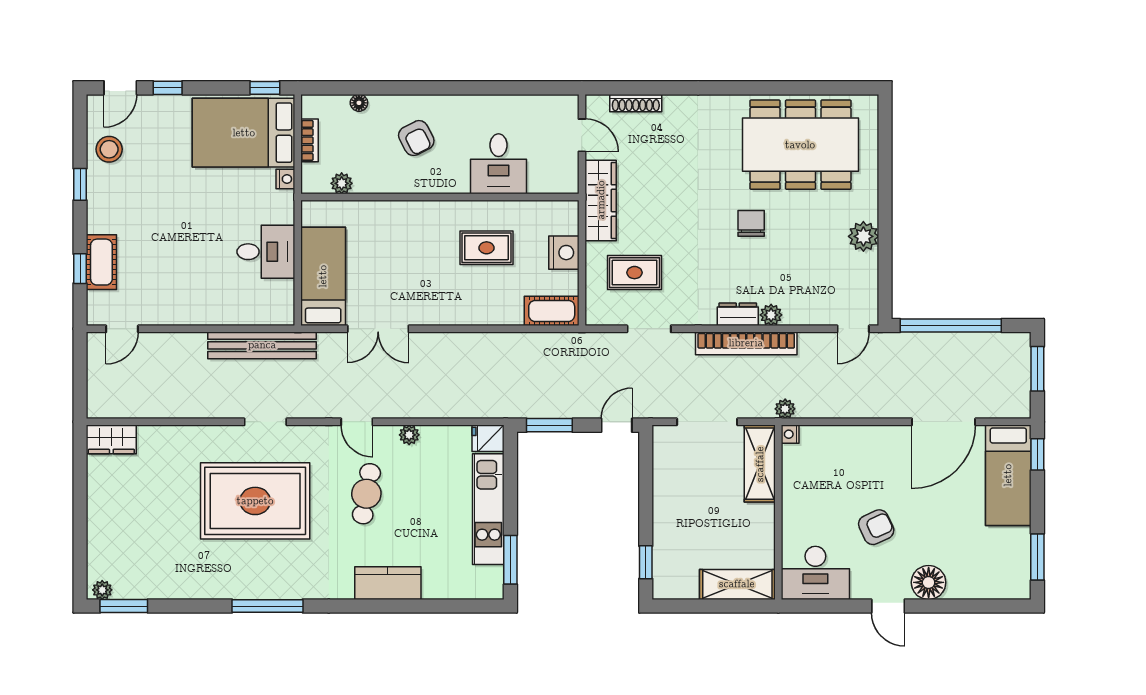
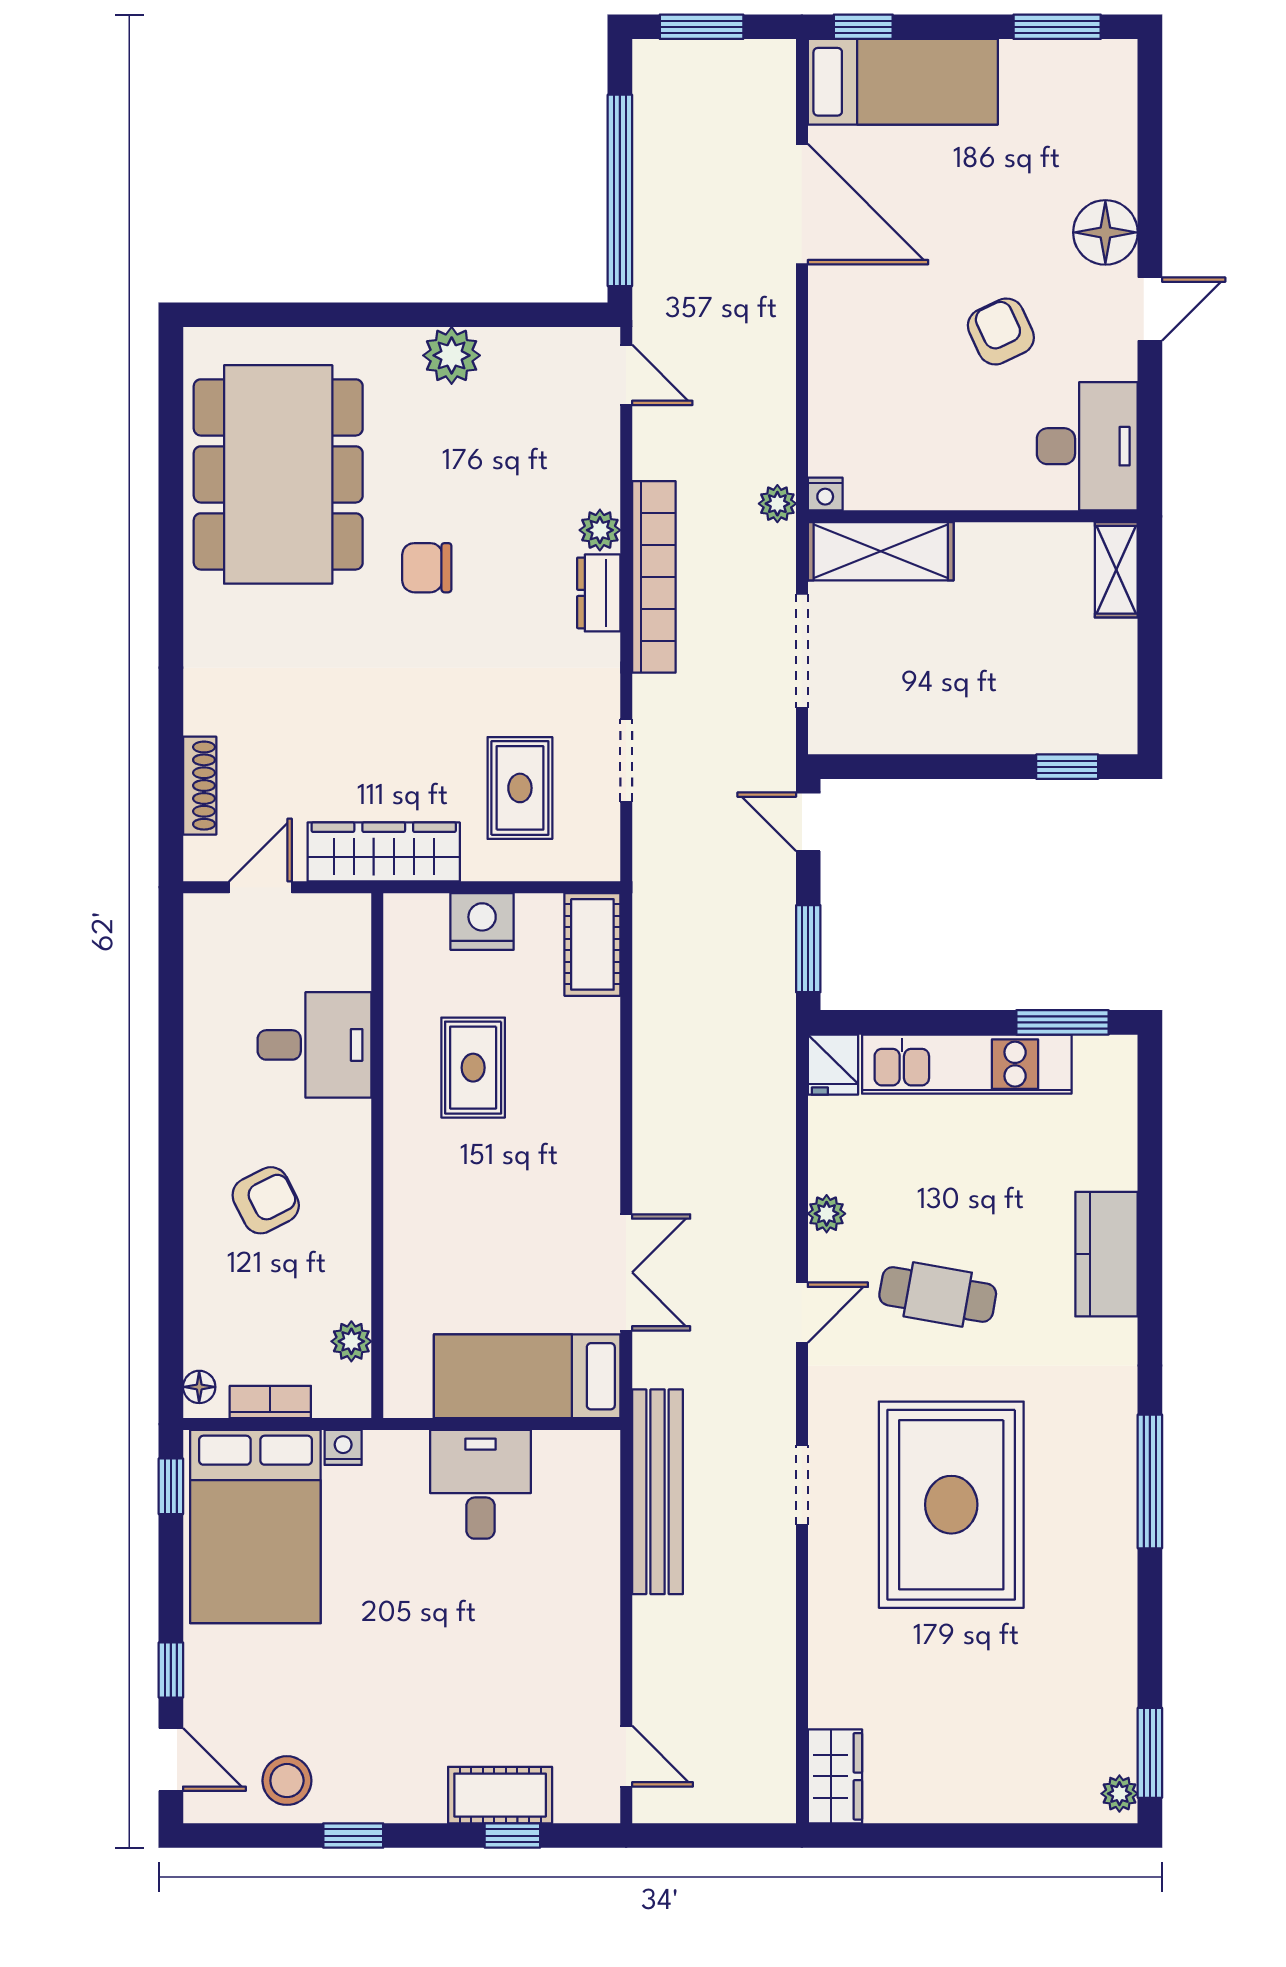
floor lamp: (359, 103) -> (199, 1387), moved
shelving: (737, 584) -> (1116, 570), width x0.67, depth x0.75

